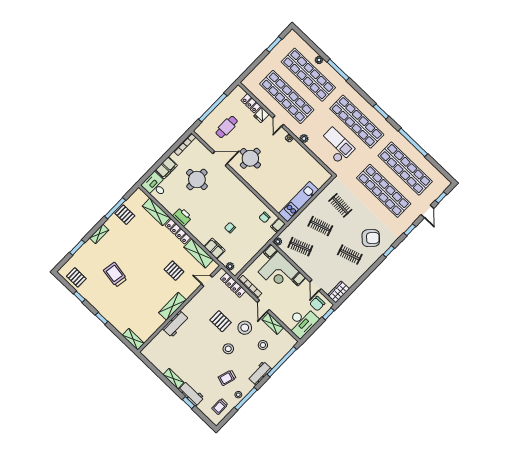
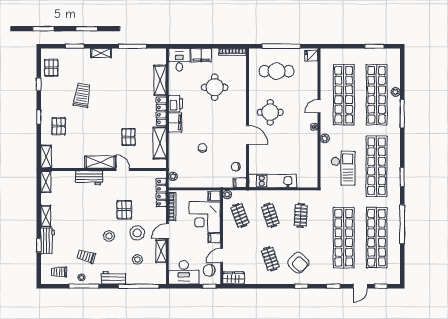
locker: (251, 103) -> (312, 72), removed
fridge: (261, 115) -> (311, 56), moved
cafe table: (227, 127) -> (277, 71), width x1.37, depth x1.35
door: (220, 159) -> (248, 135), moved
pallet: (125, 215) -> (59, 126), moved
filing cabinet: (215, 249) -> (175, 122), moved
door: (207, 281) -> (123, 169), moved
shelving: (150, 356) -> (46, 182), added

